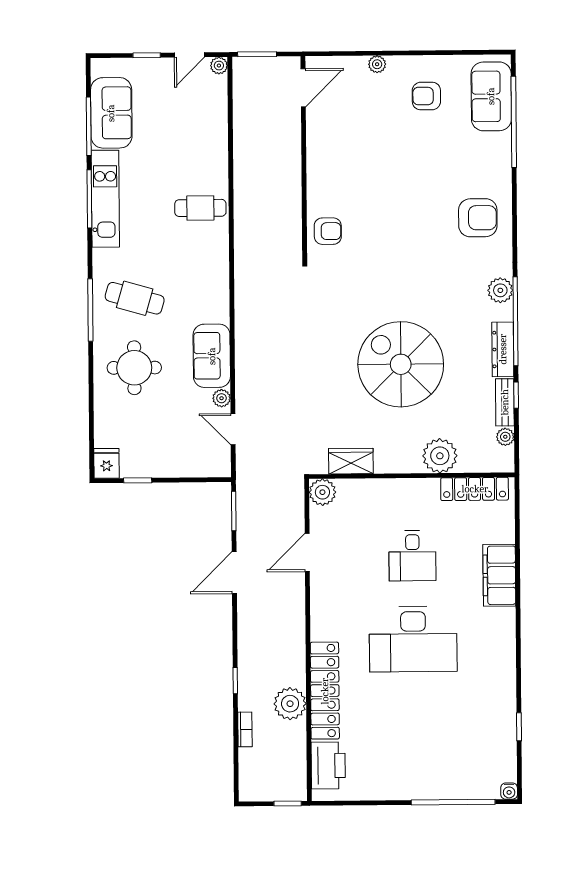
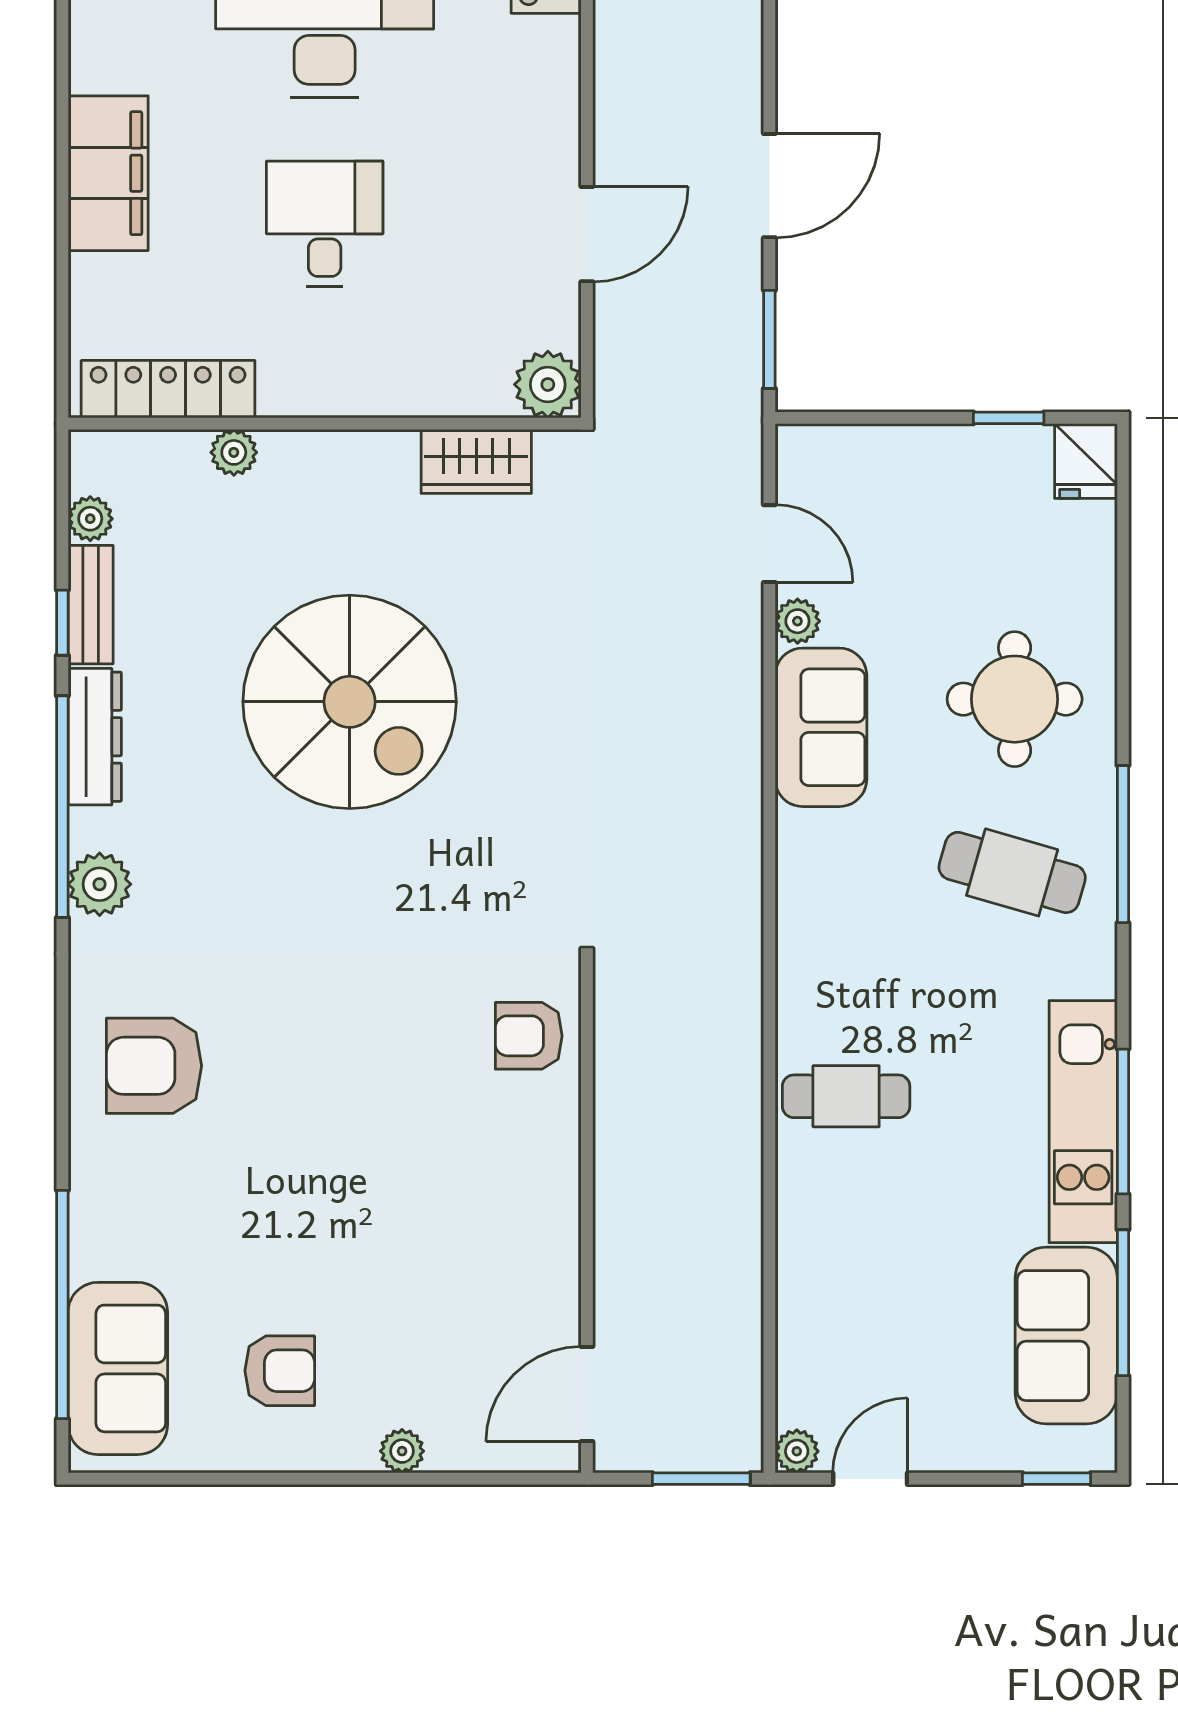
window: (147, 55) -> (1056, 1479), moved
plant: (440, 456) -> (234, 452), width x0.53, depth x0.53

